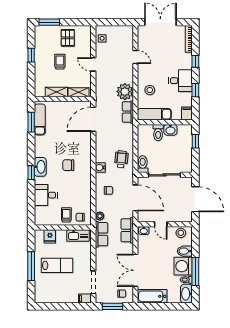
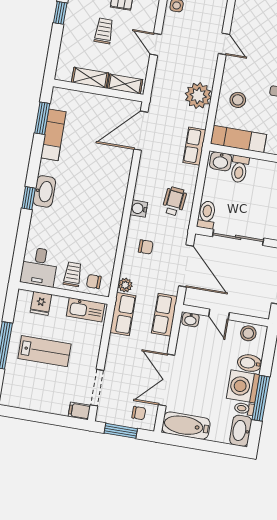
row of seats: (128, 112) -> (194, 146), moved
exam couch: (40, 119) -> (53, 135), moved
washbasin: (170, 130) -> (221, 161), moved
chair: (68, 165) -> (89, 196), removed
desk: (46, 195) -> (39, 267), moved, turned -90

